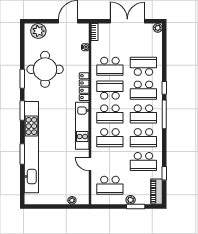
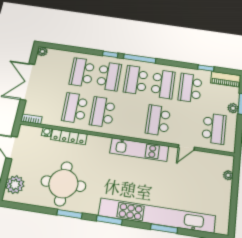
school desk: (110, 66) -> (75, 108), turned 180
locker: (84, 87) -> (69, 137), moved
school desk: (110, 114) -> (130, 116), removed
school desk: (143, 114) -> (136, 80), turned 180
school desk: (110, 138) -> (158, 120), turned 180
school desk: (143, 162) -> (190, 88), turned 180

